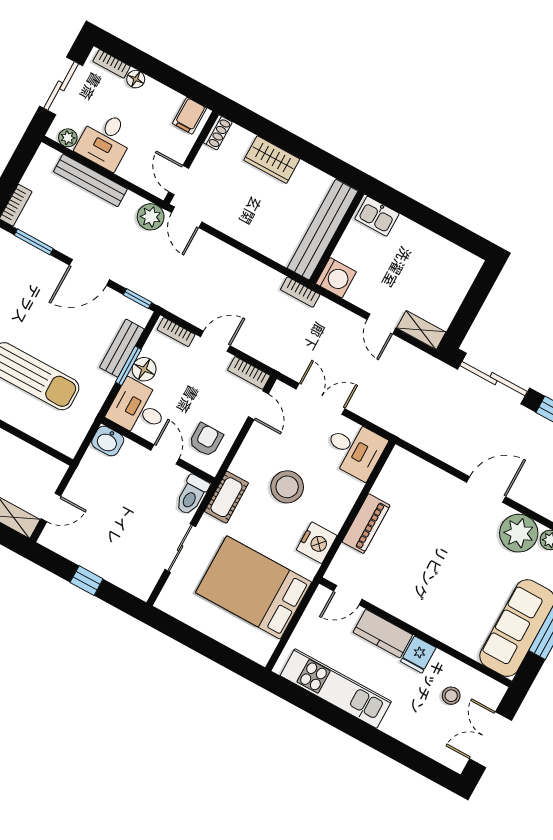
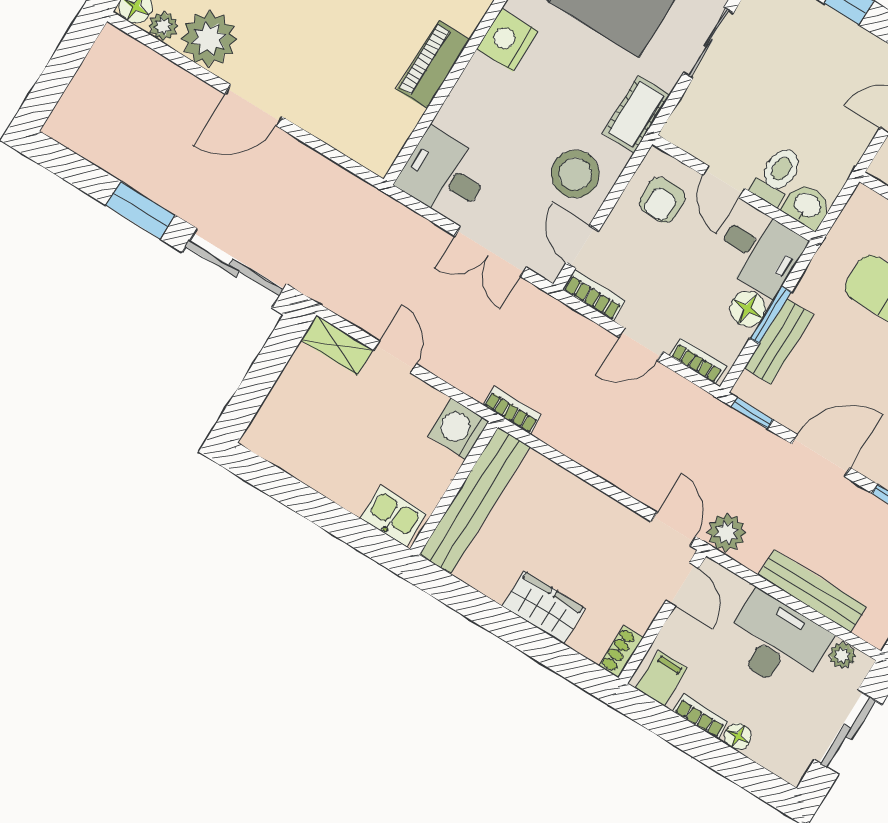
bookcase: (112, 64) -> (701, 717), moved
desk: (105, 140) -> (776, 642), width x1.37
stool: (287, 487) -> (575, 174), moved
toilet: (192, 495) -> (777, 175), moved

